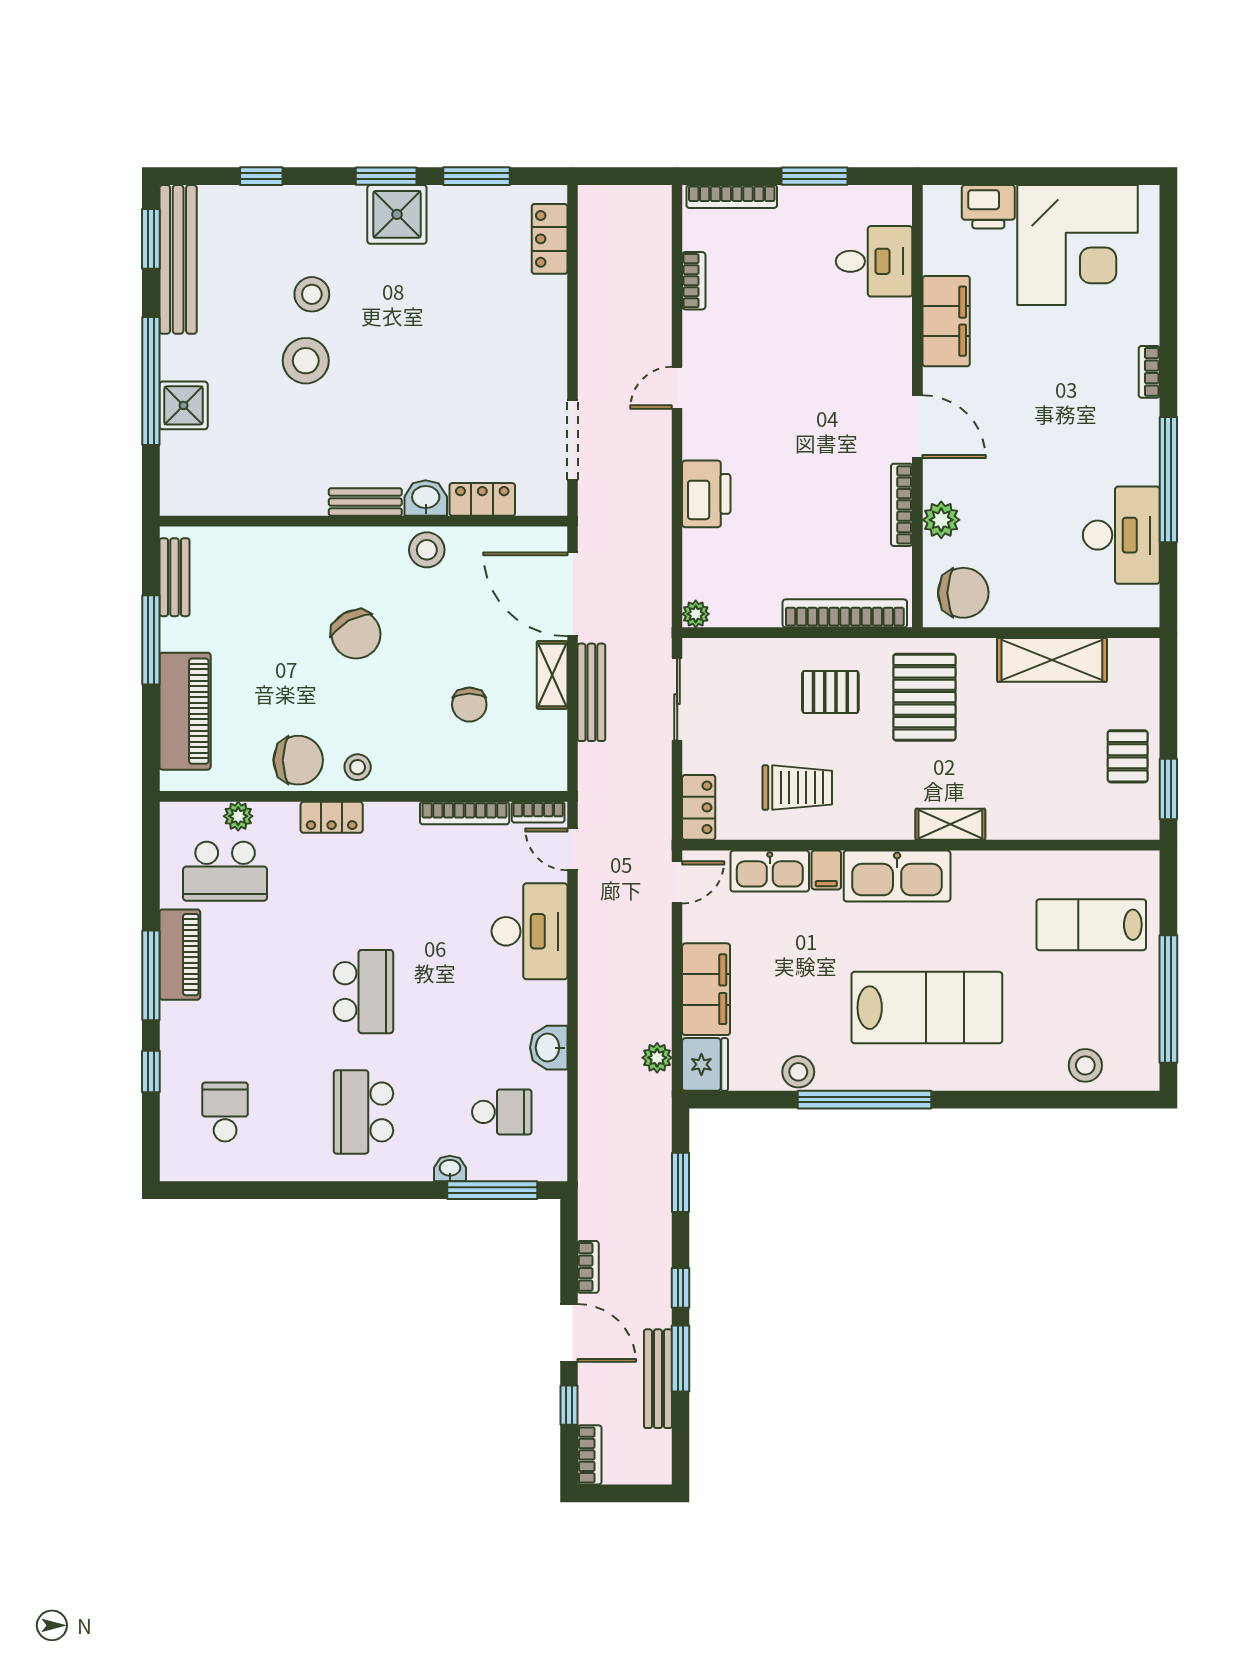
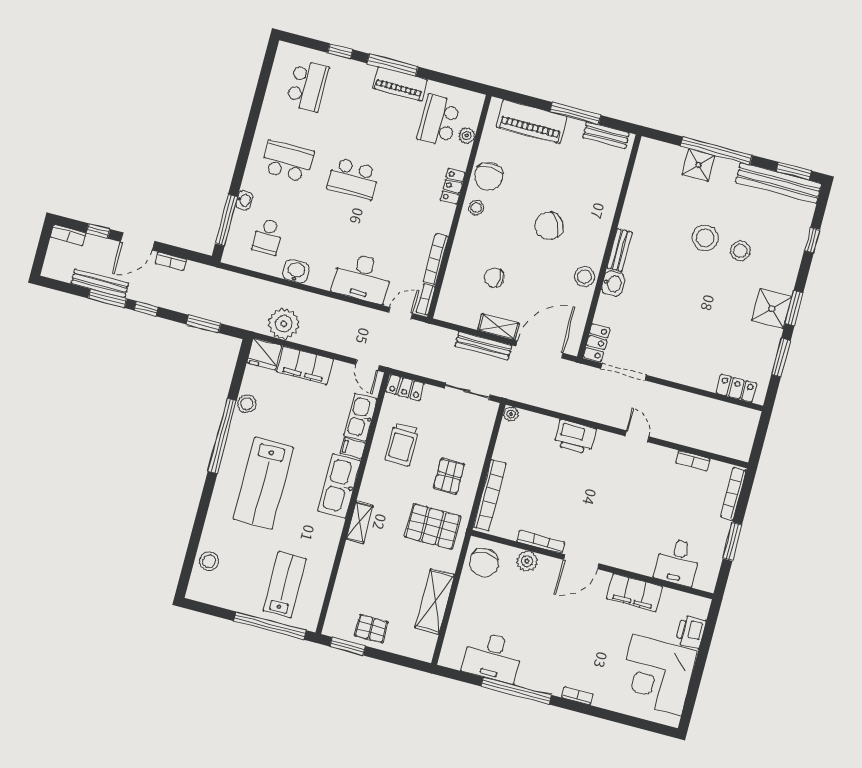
locker: (482, 499) -> (597, 343), moved
window: (1168, 999) -> (270, 626), moved
plant: (657, 1058) -> (284, 324), width x1.88, depth x1.88
school desk: (225, 1112) -> (307, 86), width x1.85

